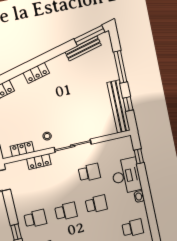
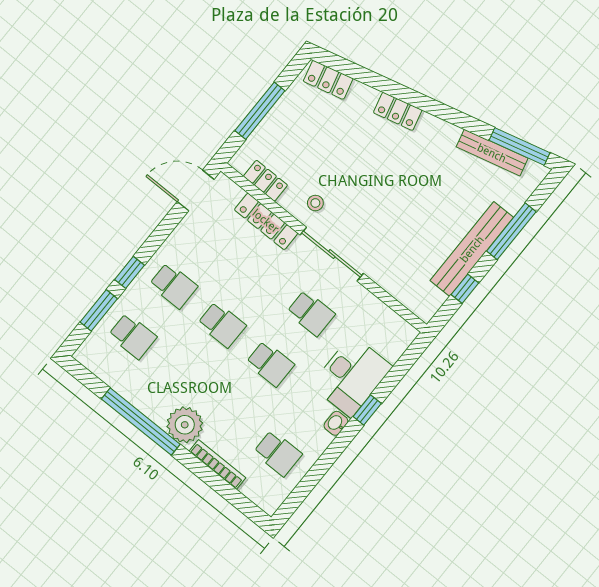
bench: (119, 107) -> (472, 249), moved
window: (139, 156) -> (367, 410), moved
locker: (39, 162) -> (266, 221), width x1.53

